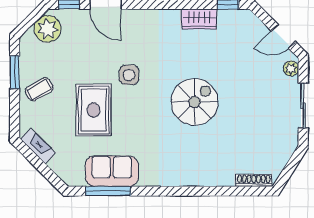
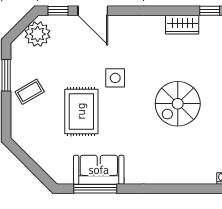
spiral stairs: (194, 102) -> (178, 104), turned 180
fireplace: (38, 146) -> (28, 146), removed

